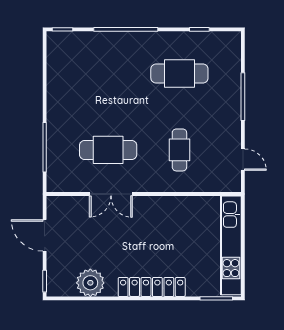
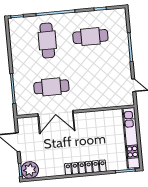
cafe table: (179, 150) -> (47, 40), moved, width x1.37, depth x1.35
double door: (111, 194) -> (56, 113), width x1.37
plant: (90, 283) -> (30, 170), moved

